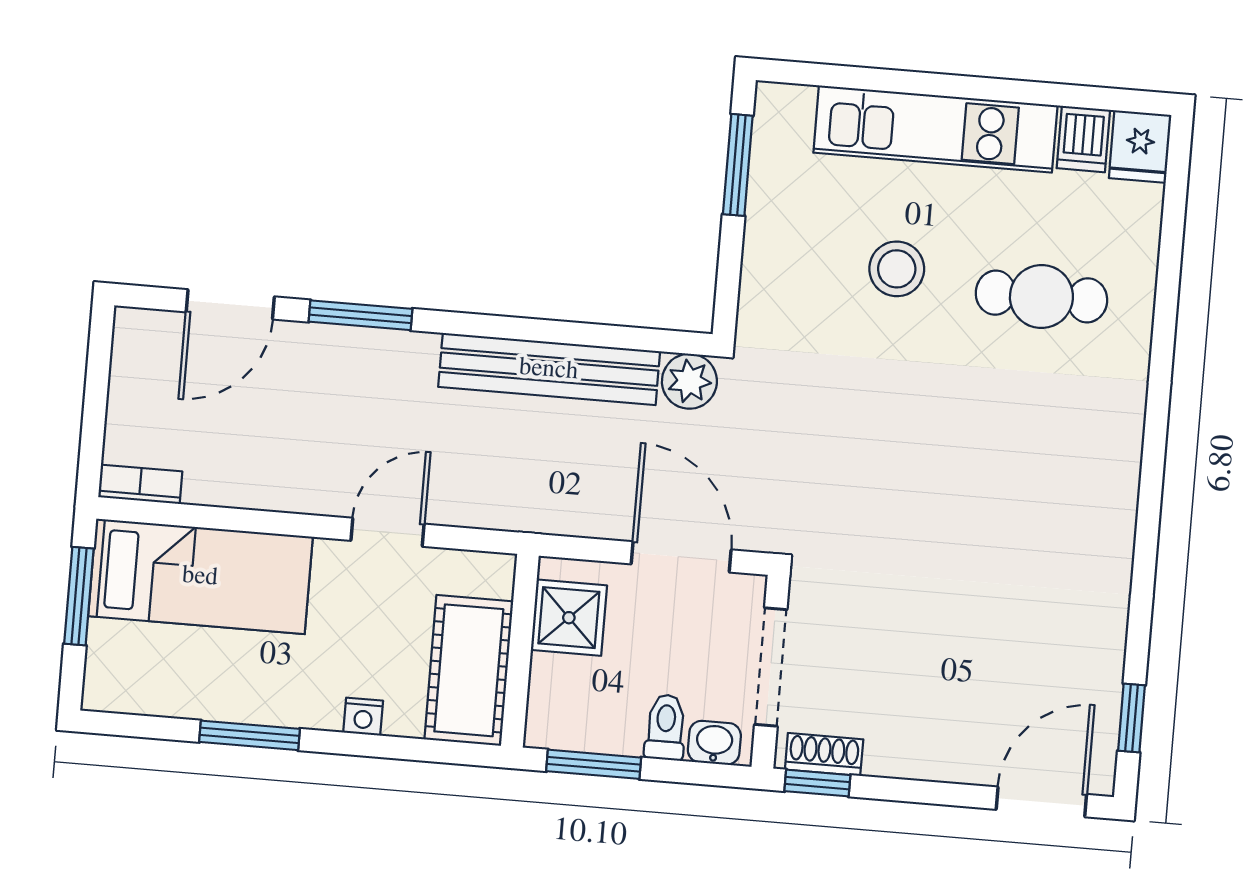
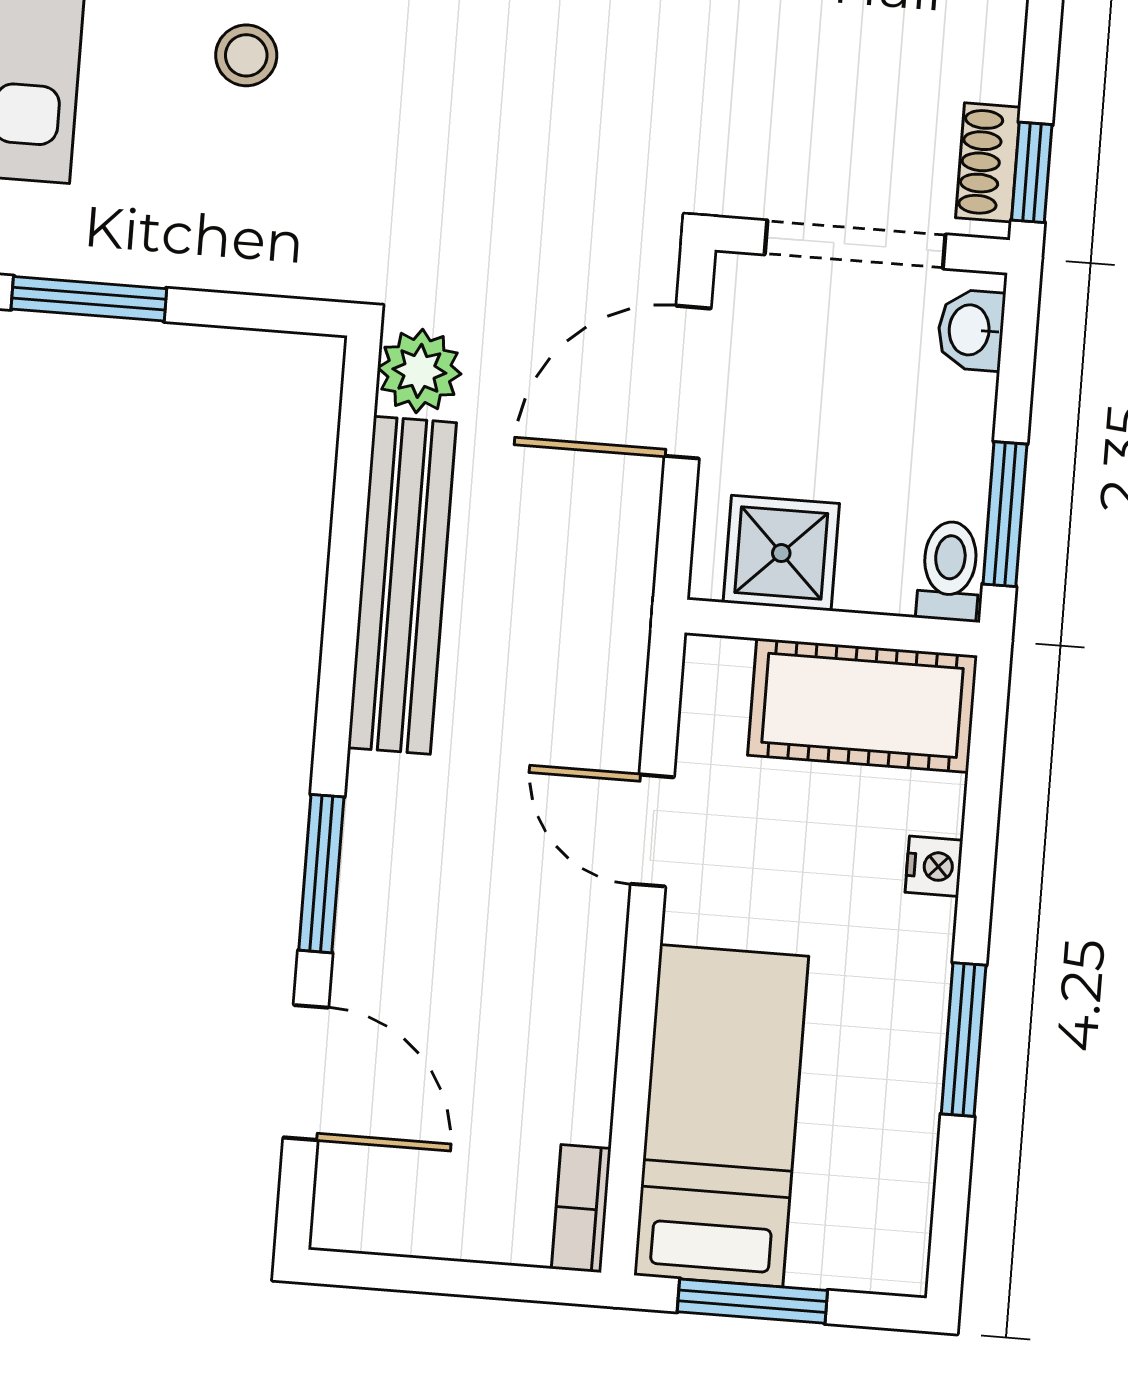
stool: (897, 269) -> (246, 55), width x0.73, depth x0.73
toilet: (666, 727) -> (949, 571), moved, turned 90

